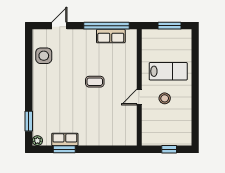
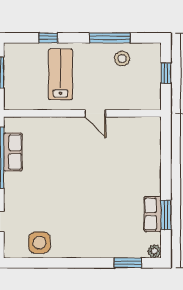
window: (195, 62) -> (48, 38), added
coffee table: (95, 82) -> (75, 174), removed
stool: (165, 98) -> (122, 59), moved
window: (195, 108) -> (110, 38), added

